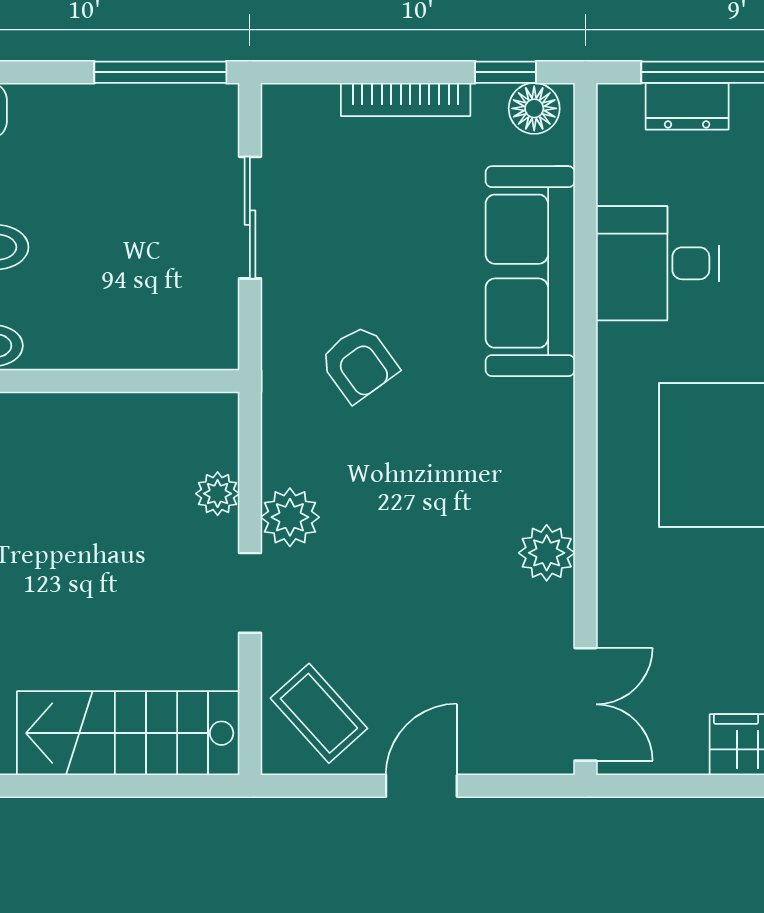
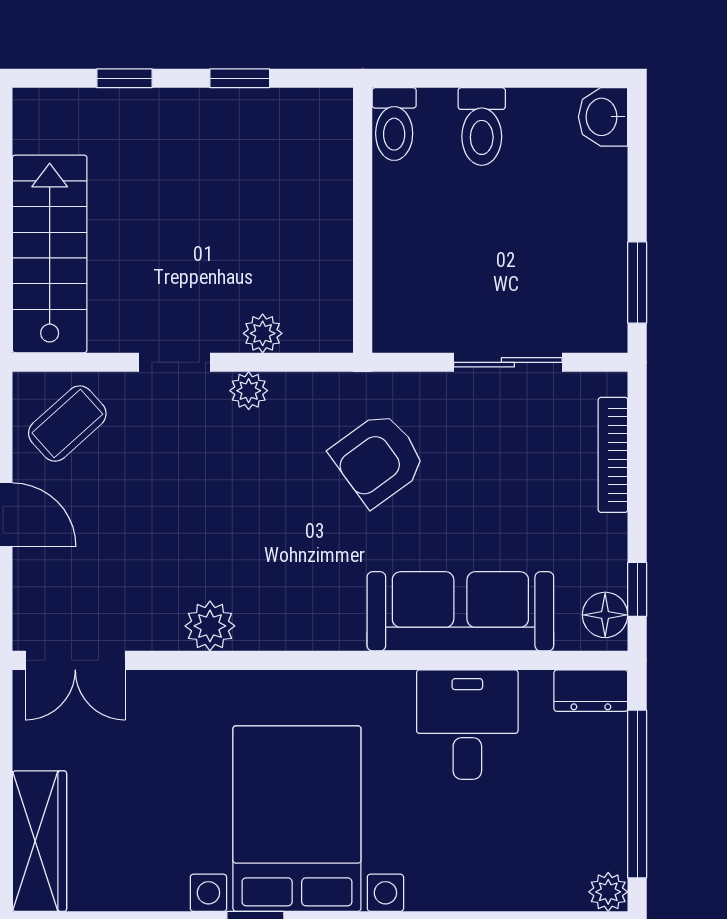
window: (160, 72) -> (637, 283), width x0.69
bookcase: (406, 99) -> (613, 455), moved
dresser: (687, 106) -> (591, 691), moved, turned -90
armchair: (359, 364) -> (378, 459), width x1.38, depth x1.38
plant: (290, 517) -> (249, 391), width x0.73, depth x0.73

